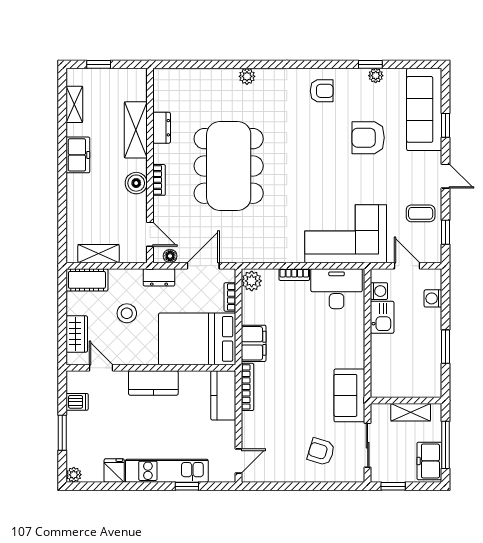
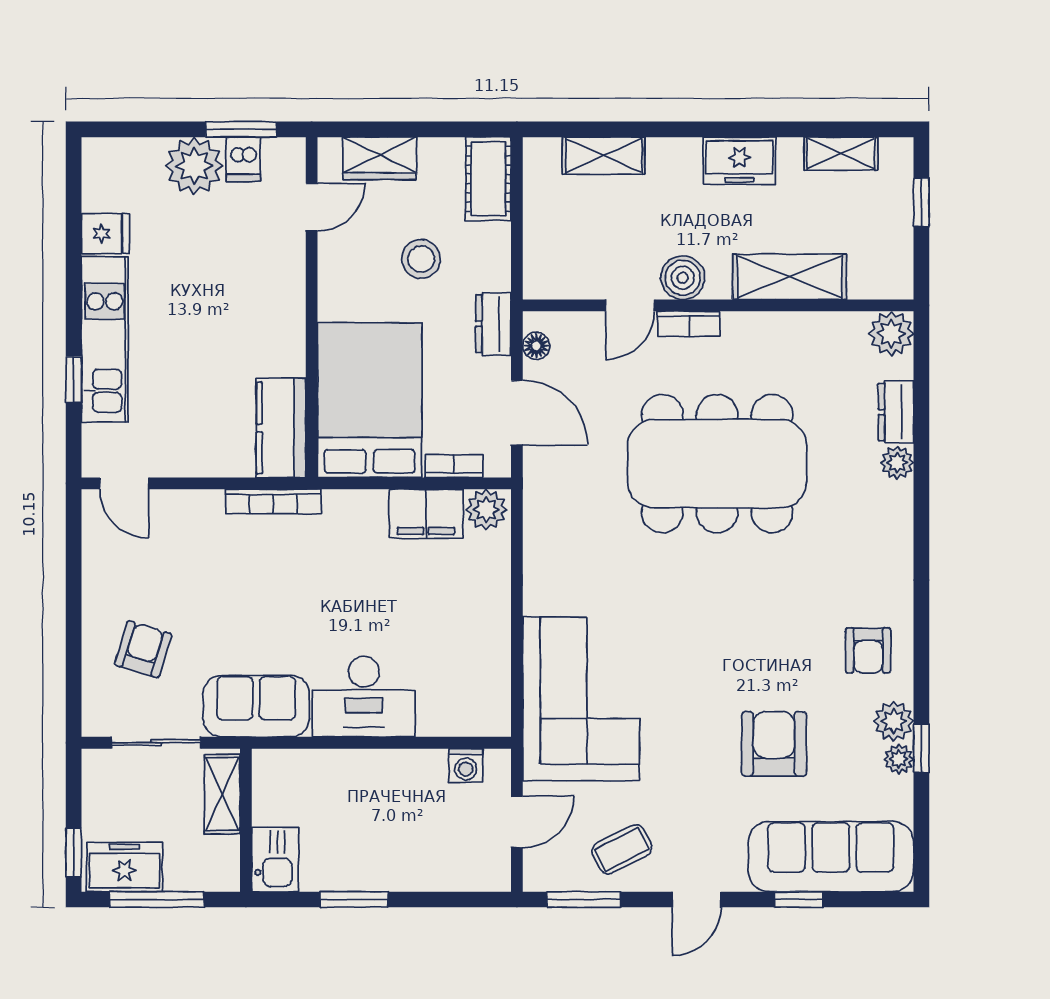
plant: (247, 76) -> (897, 463), moved
plant: (357, 78) -> (894, 721), added
plant: (164, 79) -> (891, 334), added
dresser: (162, 128) -> (896, 412), moved, turned 90
coffee table: (421, 213) -> (622, 849), turned 63
window: (446, 232) -> (584, 900), width x1.50
door: (150, 234) -> (630, 305), moved
shelving: (99, 254) -> (604, 156), moved, turned 90
bookcase: (294, 275) -> (499, 596), removed
desk: (337, 289) -> (364, 697), moved, turned 90
washing machine: (433, 298) -> (451, 874), removed
kitchen sink: (382, 317) -> (275, 859), moved, turned -90
filing cabinet: (254, 343) -> (426, 514), moved
kitchen counter: (153, 383) -> (281, 312), removed
kitchen counter: (223, 395) -> (281, 428), moved, turned -90
shelving: (411, 412) -> (222, 794), moved
window: (62, 433) -> (241, 129), moved
plant: (74, 475) -> (194, 166), moved, width x1.87, depth x1.87
window: (393, 486) -> (74, 853), moved

